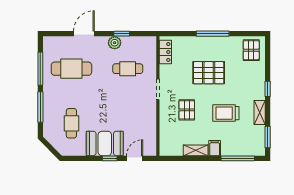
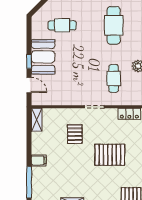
pallet: (209, 73) -> (110, 155), turned 90
pallet: (187, 110) -> (75, 134), turned 90
trolley: (226, 113) -> (72, 171), removed
shelving: (196, 150) -> (37, 120), moved

